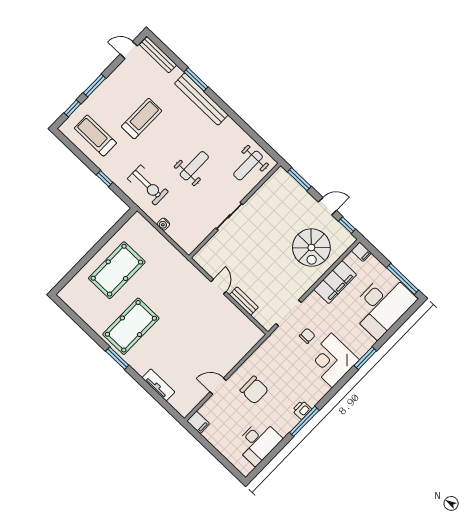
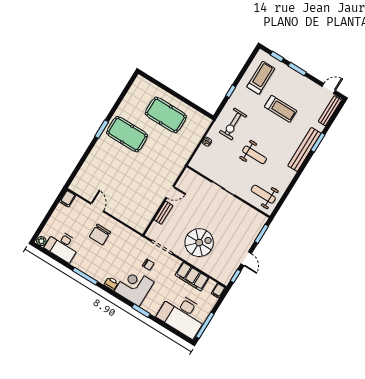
door: (129, 50) -> (329, 88), hinge flipped
spiral stairs: (311, 248) -> (199, 243), moved, turned 180
tv unit: (158, 385) -> (89, 164), removed
printer: (302, 410) -> (111, 284), moved
plant: (246, 469) -> (41, 241), added

